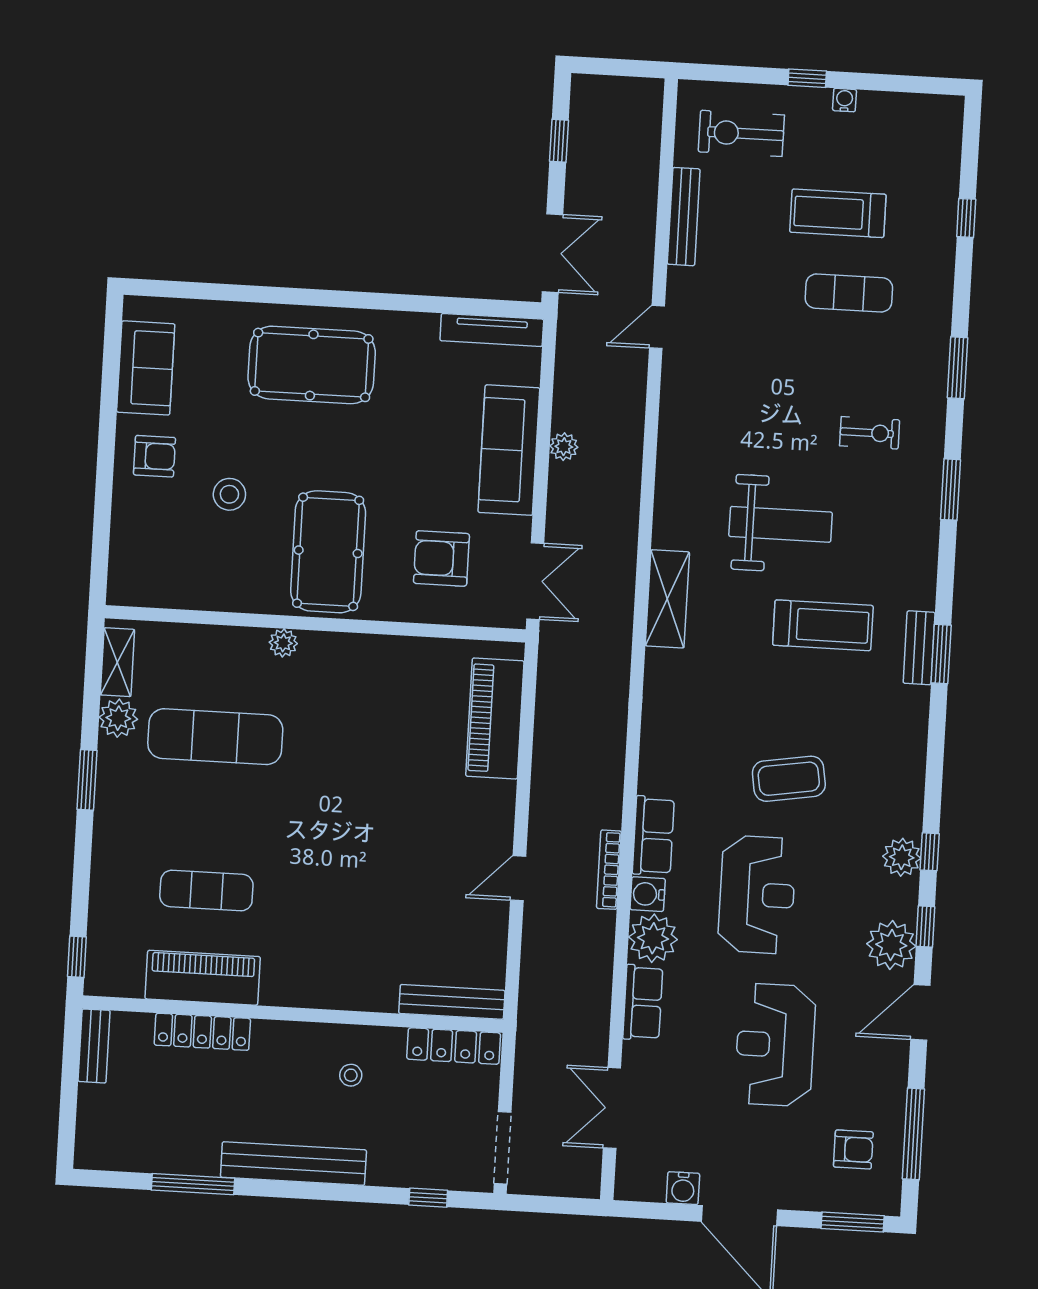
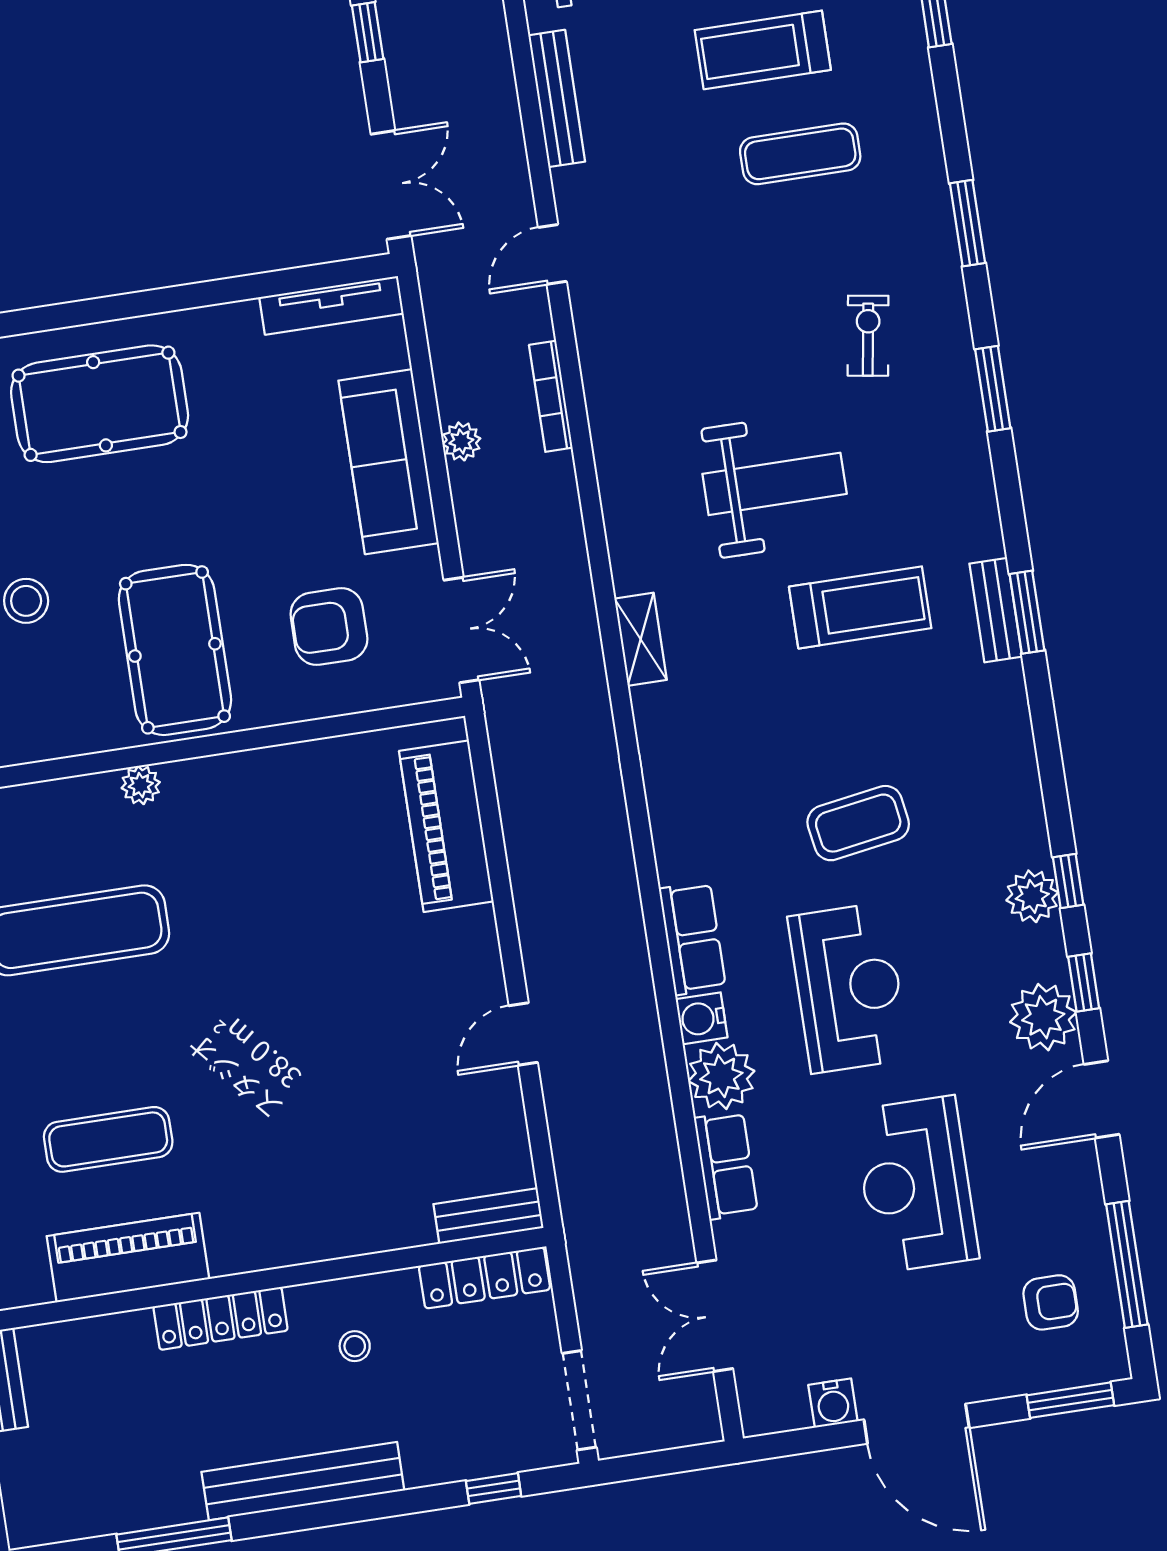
exercise bike: (870, 433) -> (868, 336), turned -81
shelving: (667, 599) -> (641, 639), width x0.67, depth x0.75
bookcase: (609, 870) -> (551, 396), moved
bench: (452, 1002) -> (488, 1216), width x0.73
locker: (202, 1032) -> (221, 1318), moved

